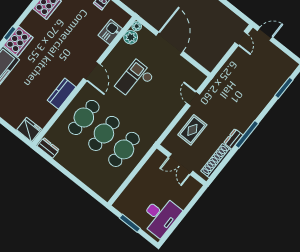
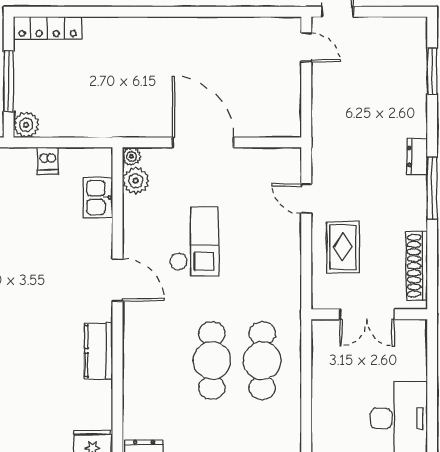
checkout: (135, 80) -> (194, 241), turned 180
cafe table: (84, 117) -> (162, 361), removed
dresser: (233, 139) -> (417, 156), moved

